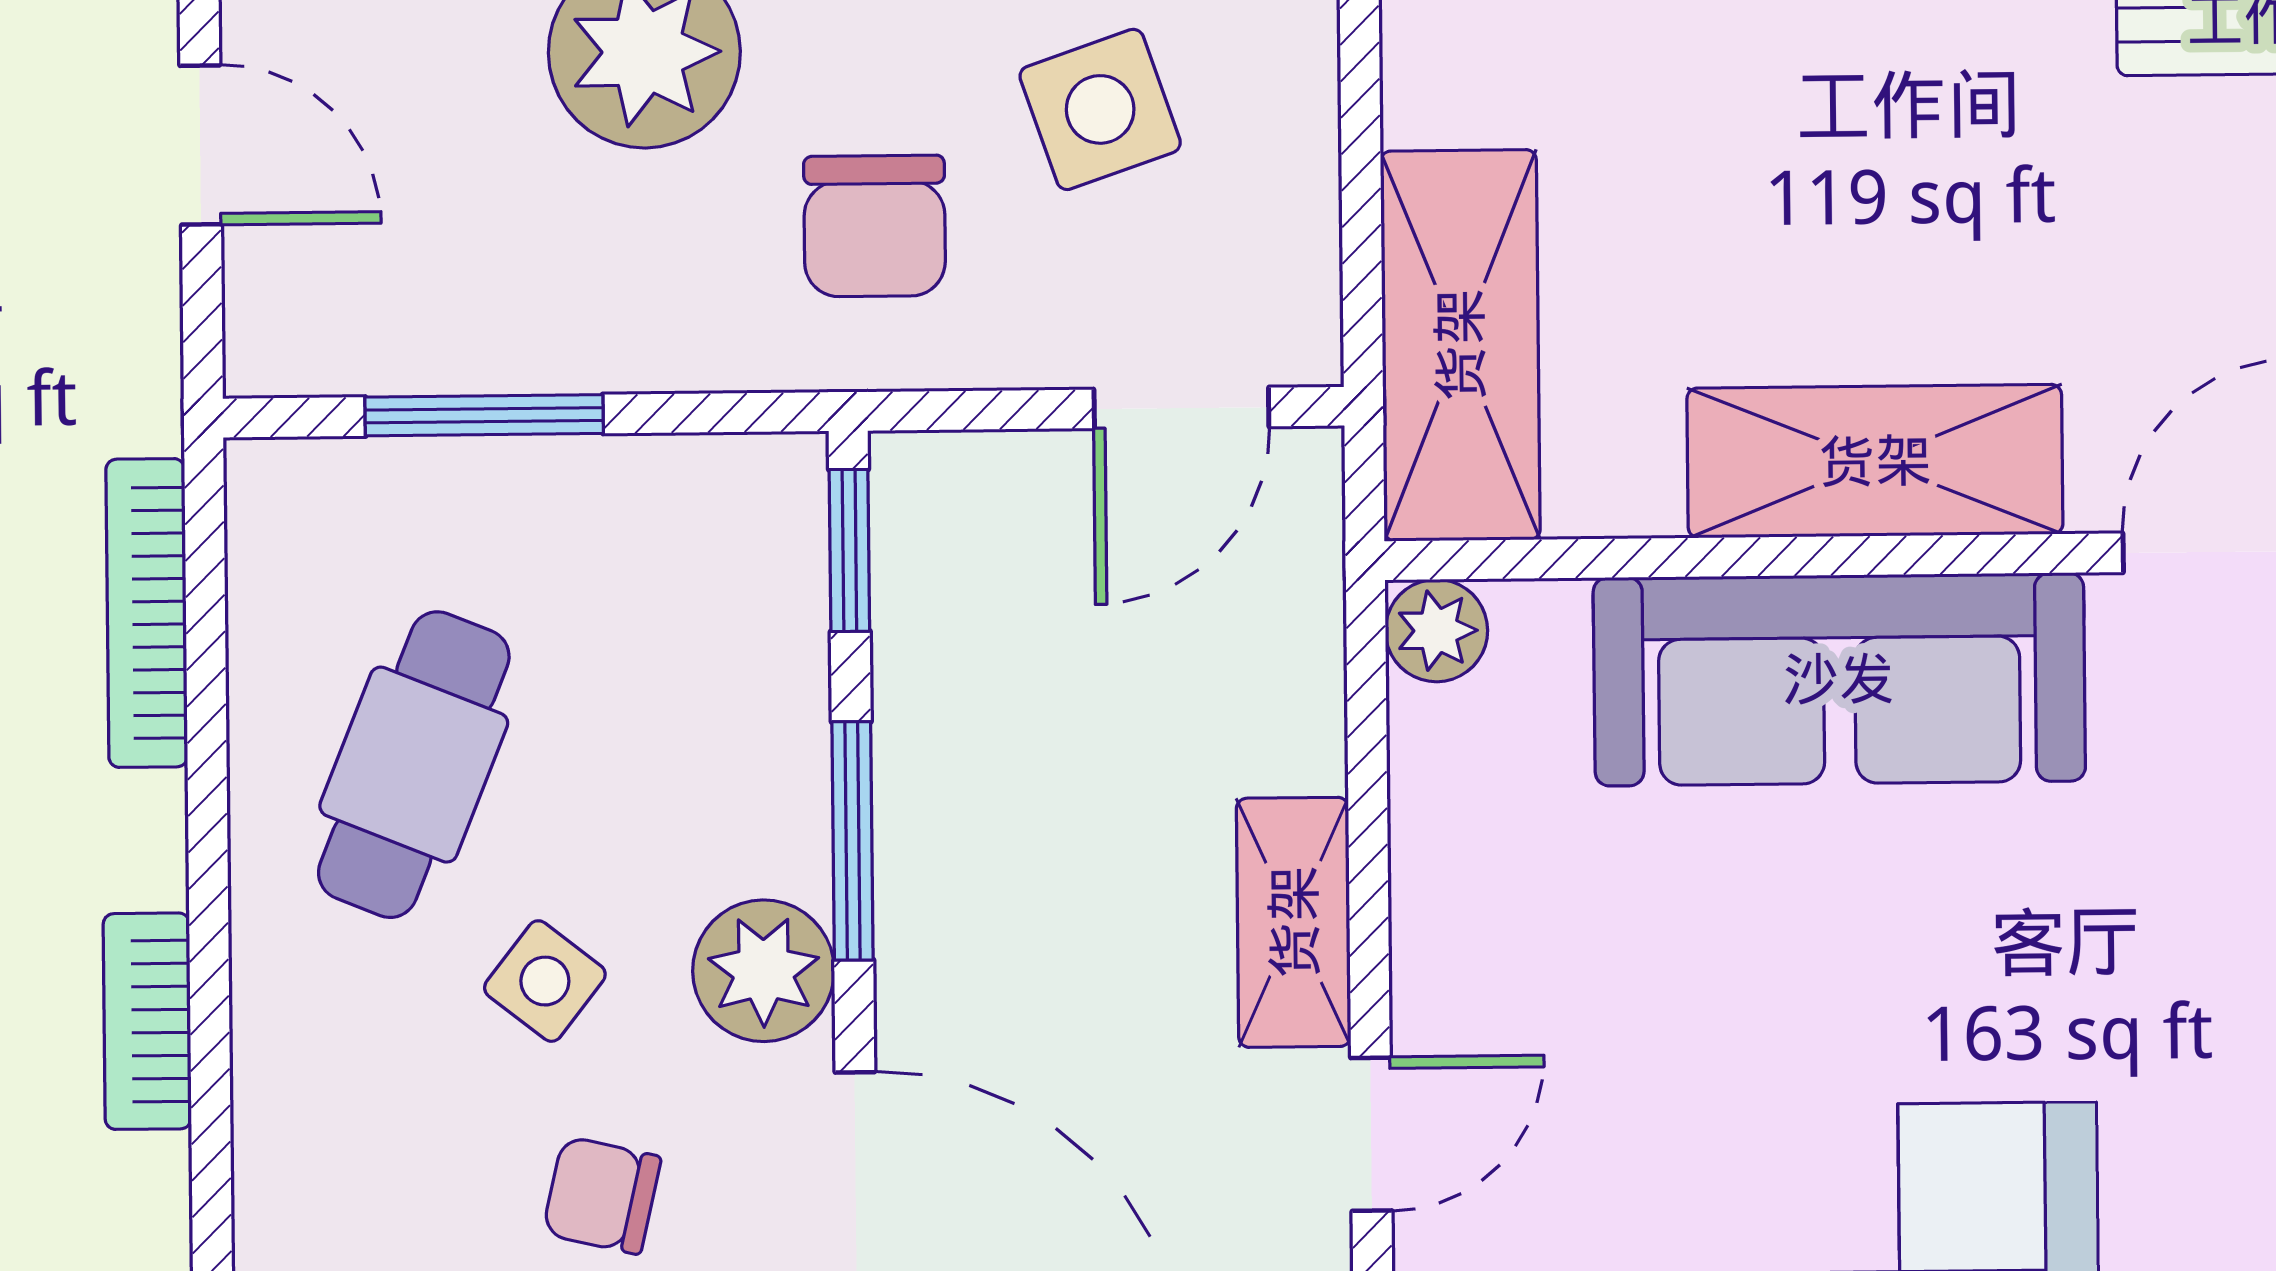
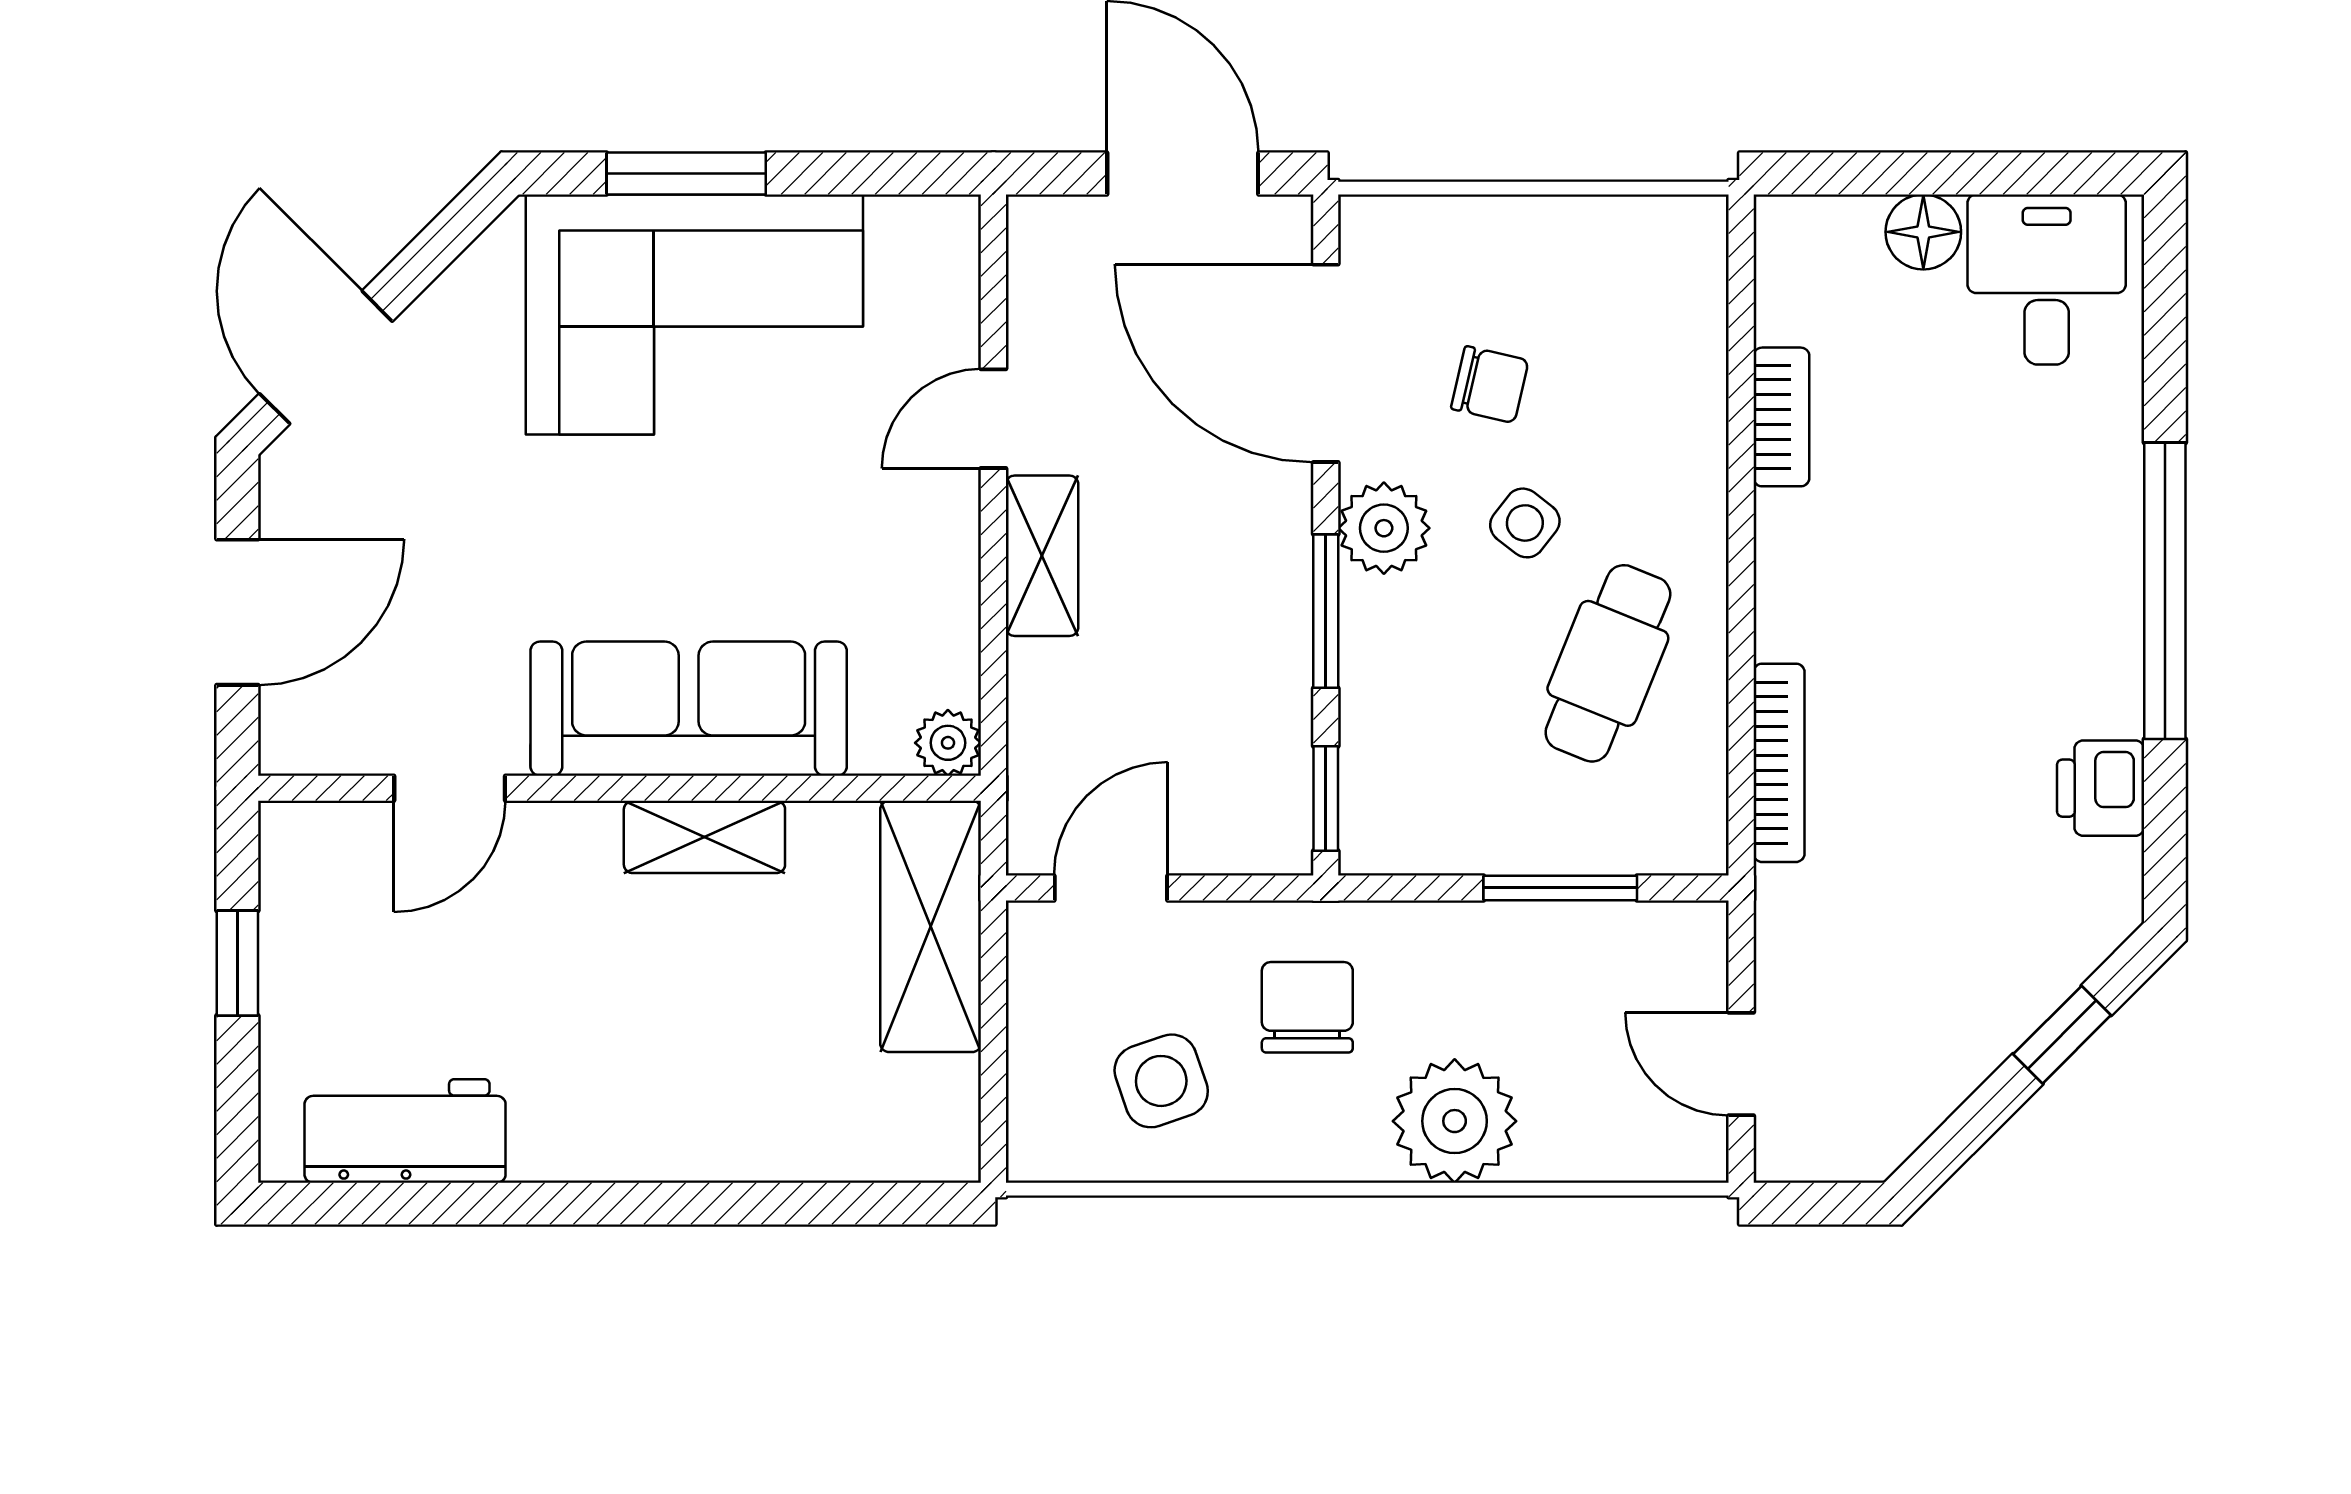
shelving: (1875, 461) -> (704, 837), width x0.67, depth x0.75
bookcase: (147, 1021) -> (1781, 417), moved

